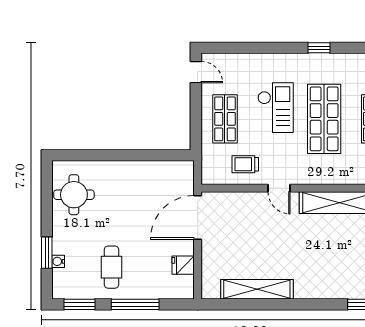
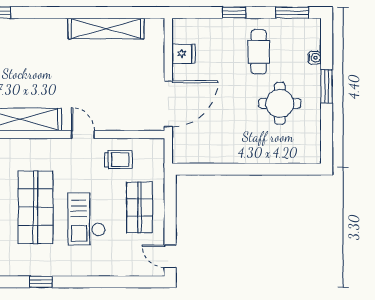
round table: (74, 195) -> (280, 103), moved
window: (47, 253) -> (327, 86), moved
window: (135, 304) -> (234, 13), width x0.46

